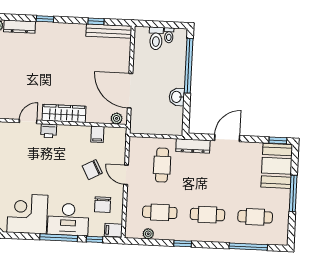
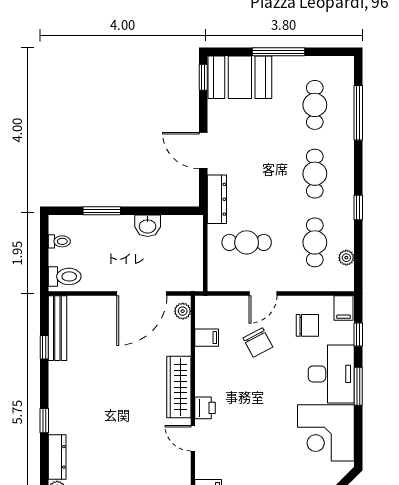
toilet: (156, 38) -> (65, 276), moved
window: (189, 66) -> (102, 211), width x0.47
window: (59, 238) -> (358, 386), width x0.69

